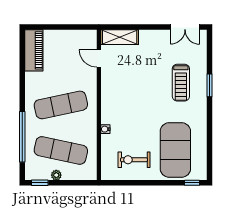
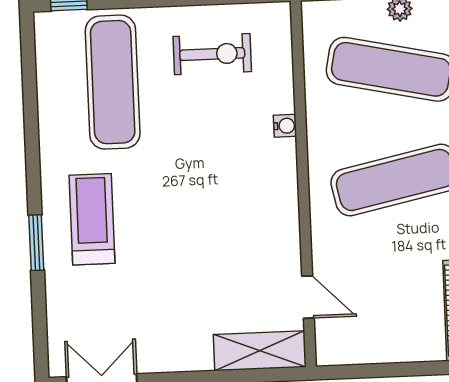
treadmill: (181, 83) -> (92, 219), moved
exercise mat: (175, 150) -> (113, 82), width x0.68

